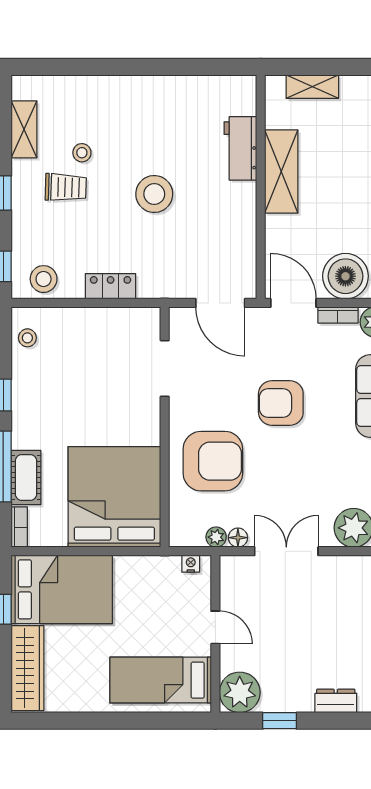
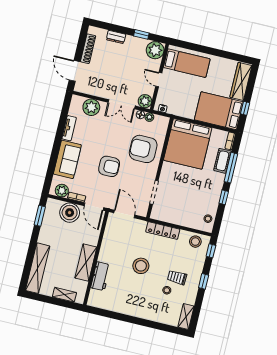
shelving: (24, 129) -> (186, 317), moved
locker: (111, 286) -> (163, 231), width x1.53
plant: (235, 571) -> (145, 101), added

